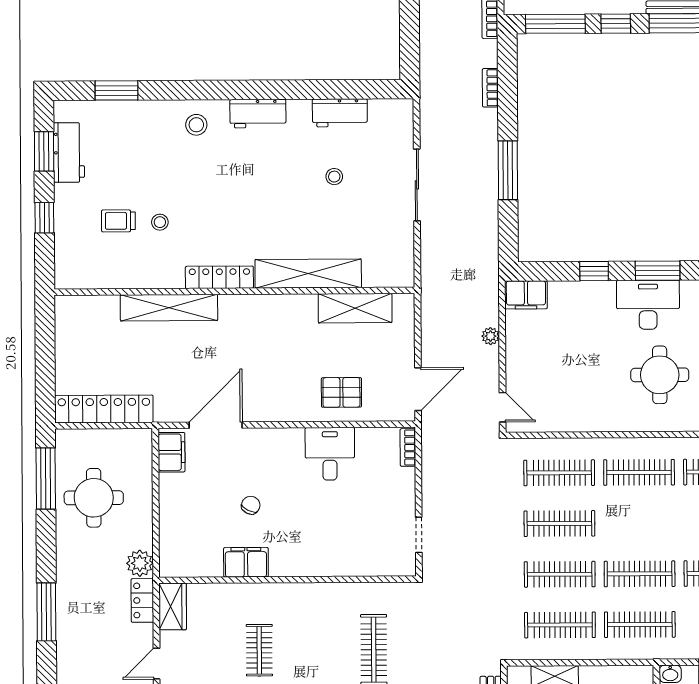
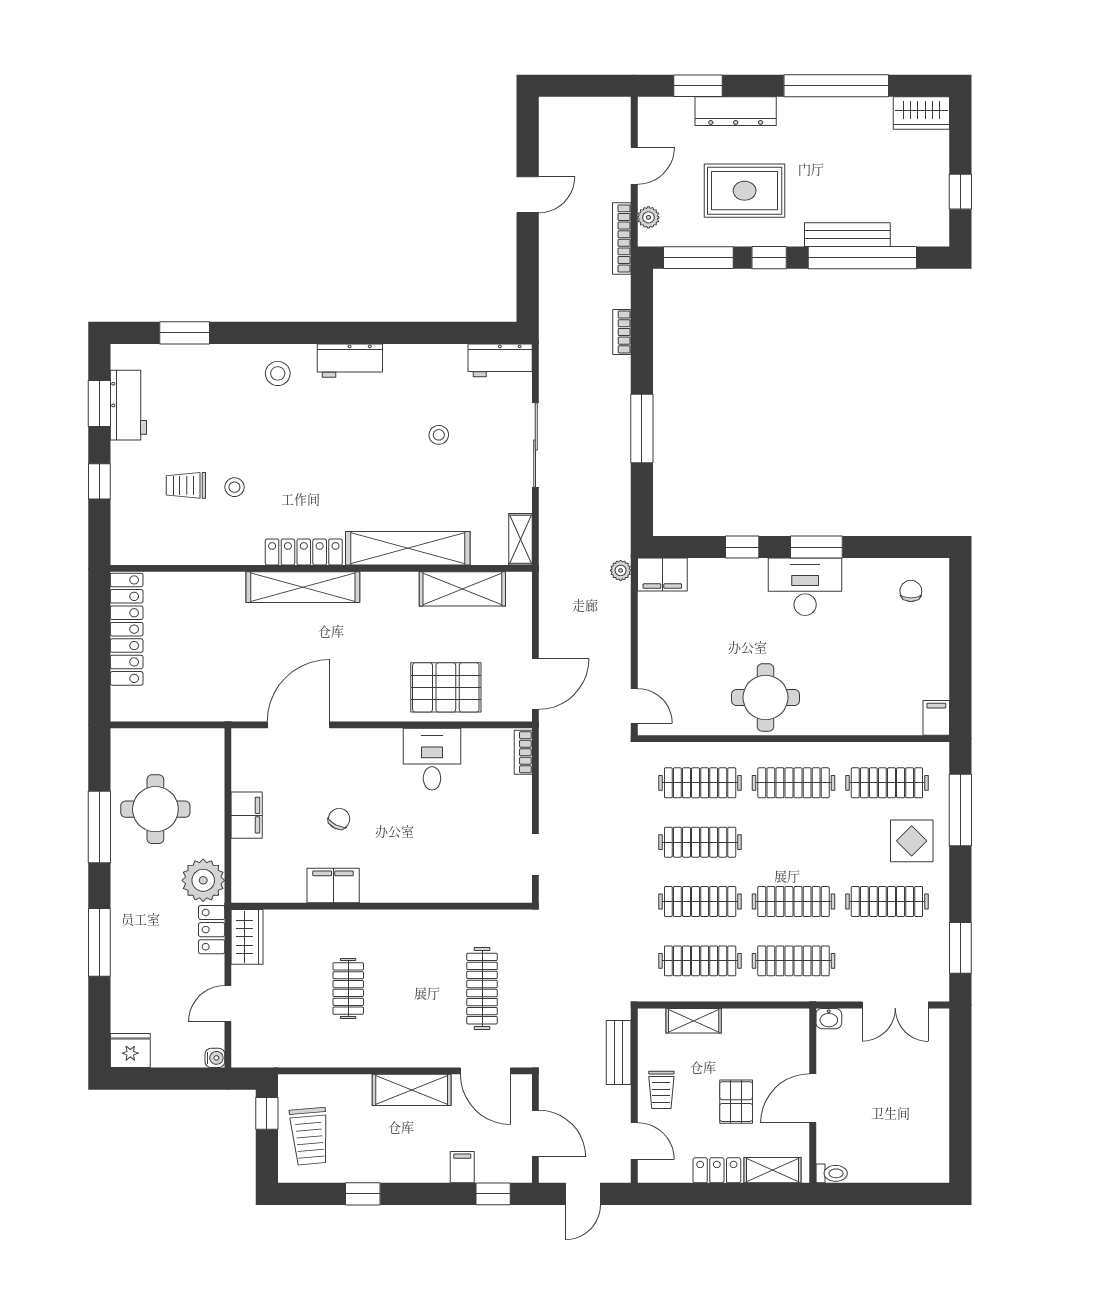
workbench: (340, 113) -> (500, 360), moved
shelving: (405, 265) -> (520, 539), added
shelving: (169, 308) -> (303, 587), moved
plant: (491, 336) -> (621, 570), moved
round table: (660, 375) -> (766, 697), moved
pallet: (341, 392) -> (446, 687), width x1.50, depth x1.42
locker: (104, 409) -> (127, 629), moved, turned 90
filing cabinet: (172, 452) -> (247, 815), moved
window: (46, 479) -> (99, 827), moved
plant: (140, 563) -> (203, 880), width x1.36, depth x1.36

